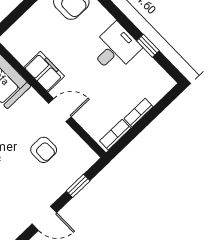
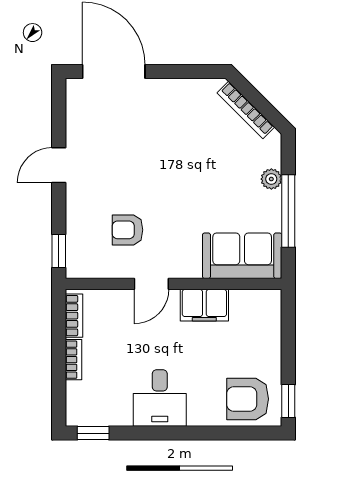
window: (148, 46) -> (93, 433), moved
window: (78, 186) -> (59, 251), moved

